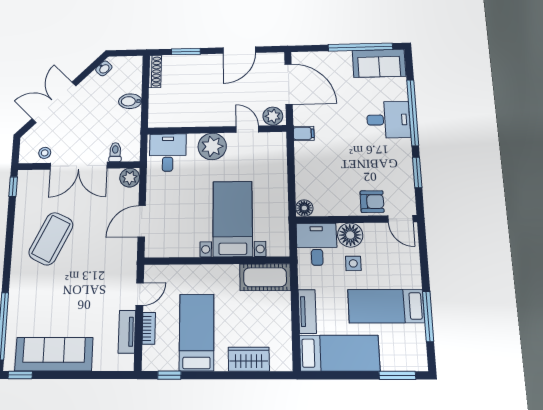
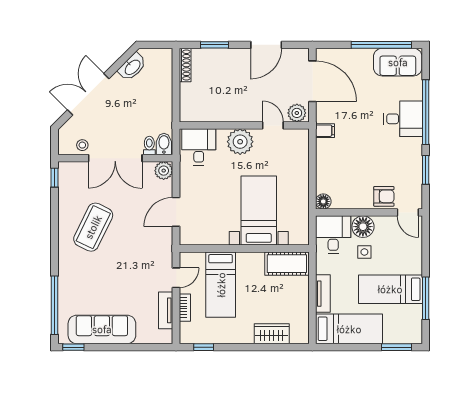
washbasin: (104, 68) -> (132, 67), width x1.91, depth x1.45
bidet: (130, 101) -> (164, 144), moved, turned 90
bed: (197, 332) -> (221, 285), moved, turned 180

